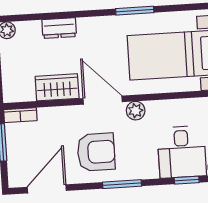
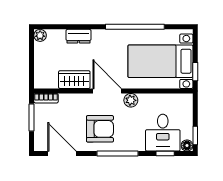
window: (135, 11) -> (135, 27), width x2.11
window: (122, 184) -> (117, 154), width x1.44
door: (47, 189) -> (62, 154), hinge flipped

